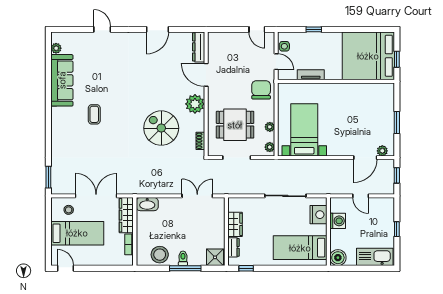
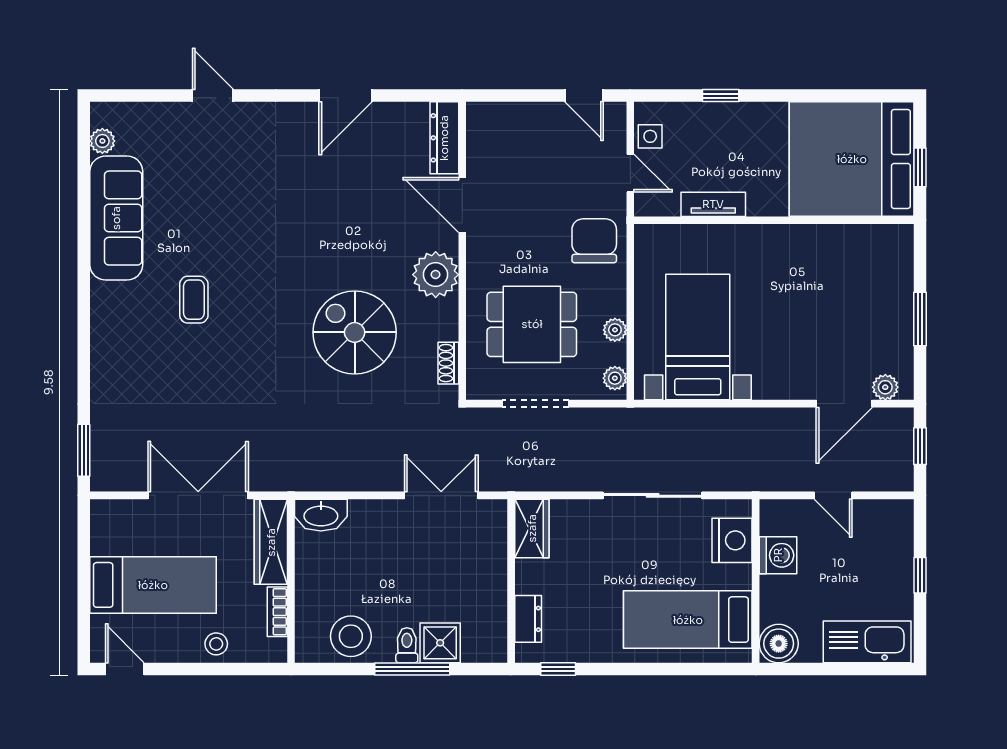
stool: (69, 210) -> (216, 644), moved
wardrobe: (235, 224) -> (532, 528), moved
shower: (215, 257) -> (440, 643), moved

